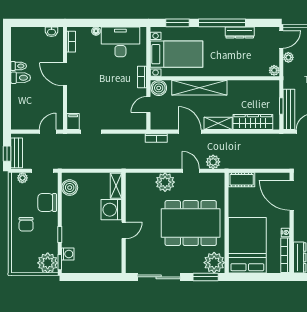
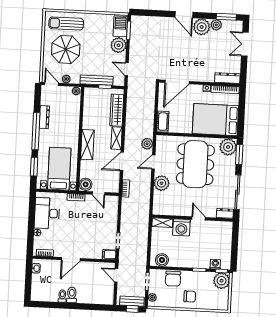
shelving: (199, 88) -> (87, 145), width x0.68
bench: (289, 109) -> (97, 80), moved
dresser: (131, 263) -> (225, 213), added

